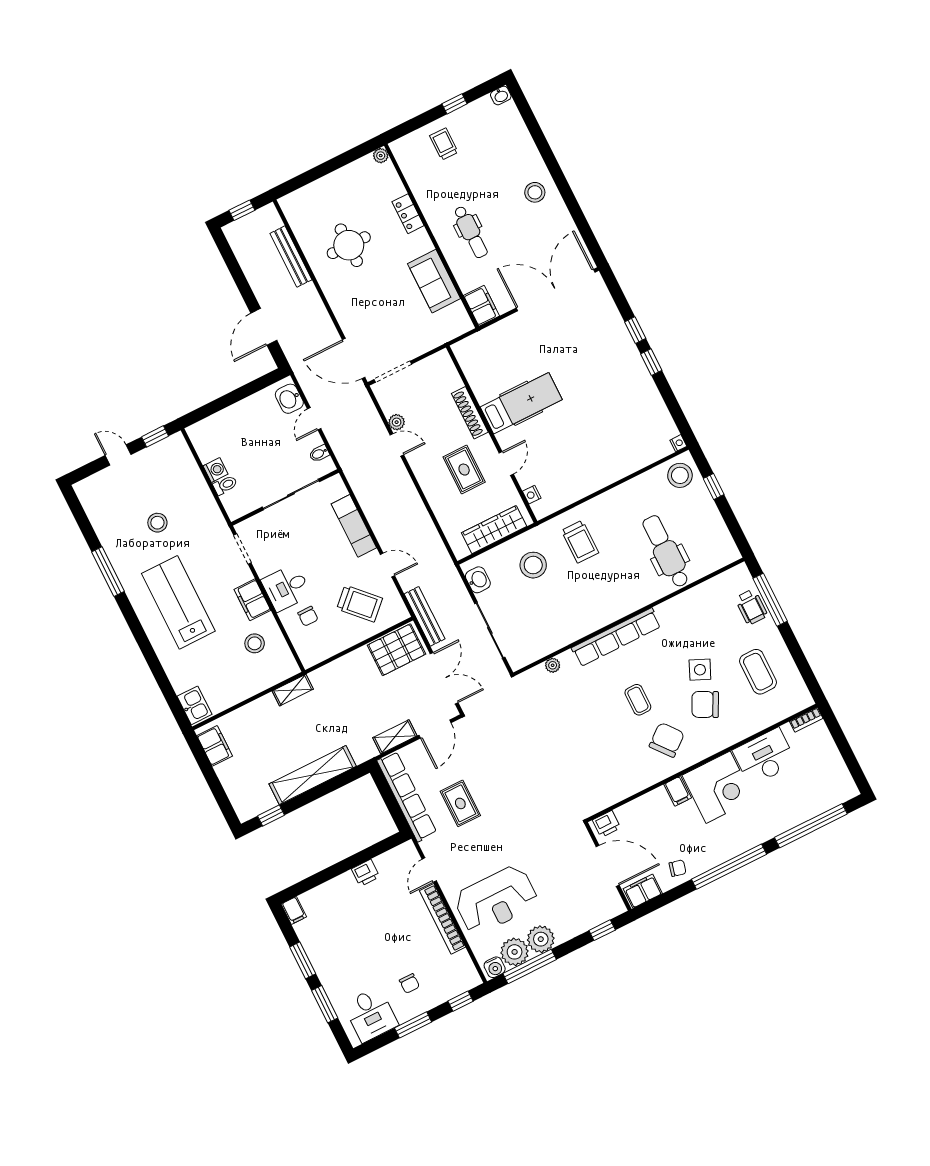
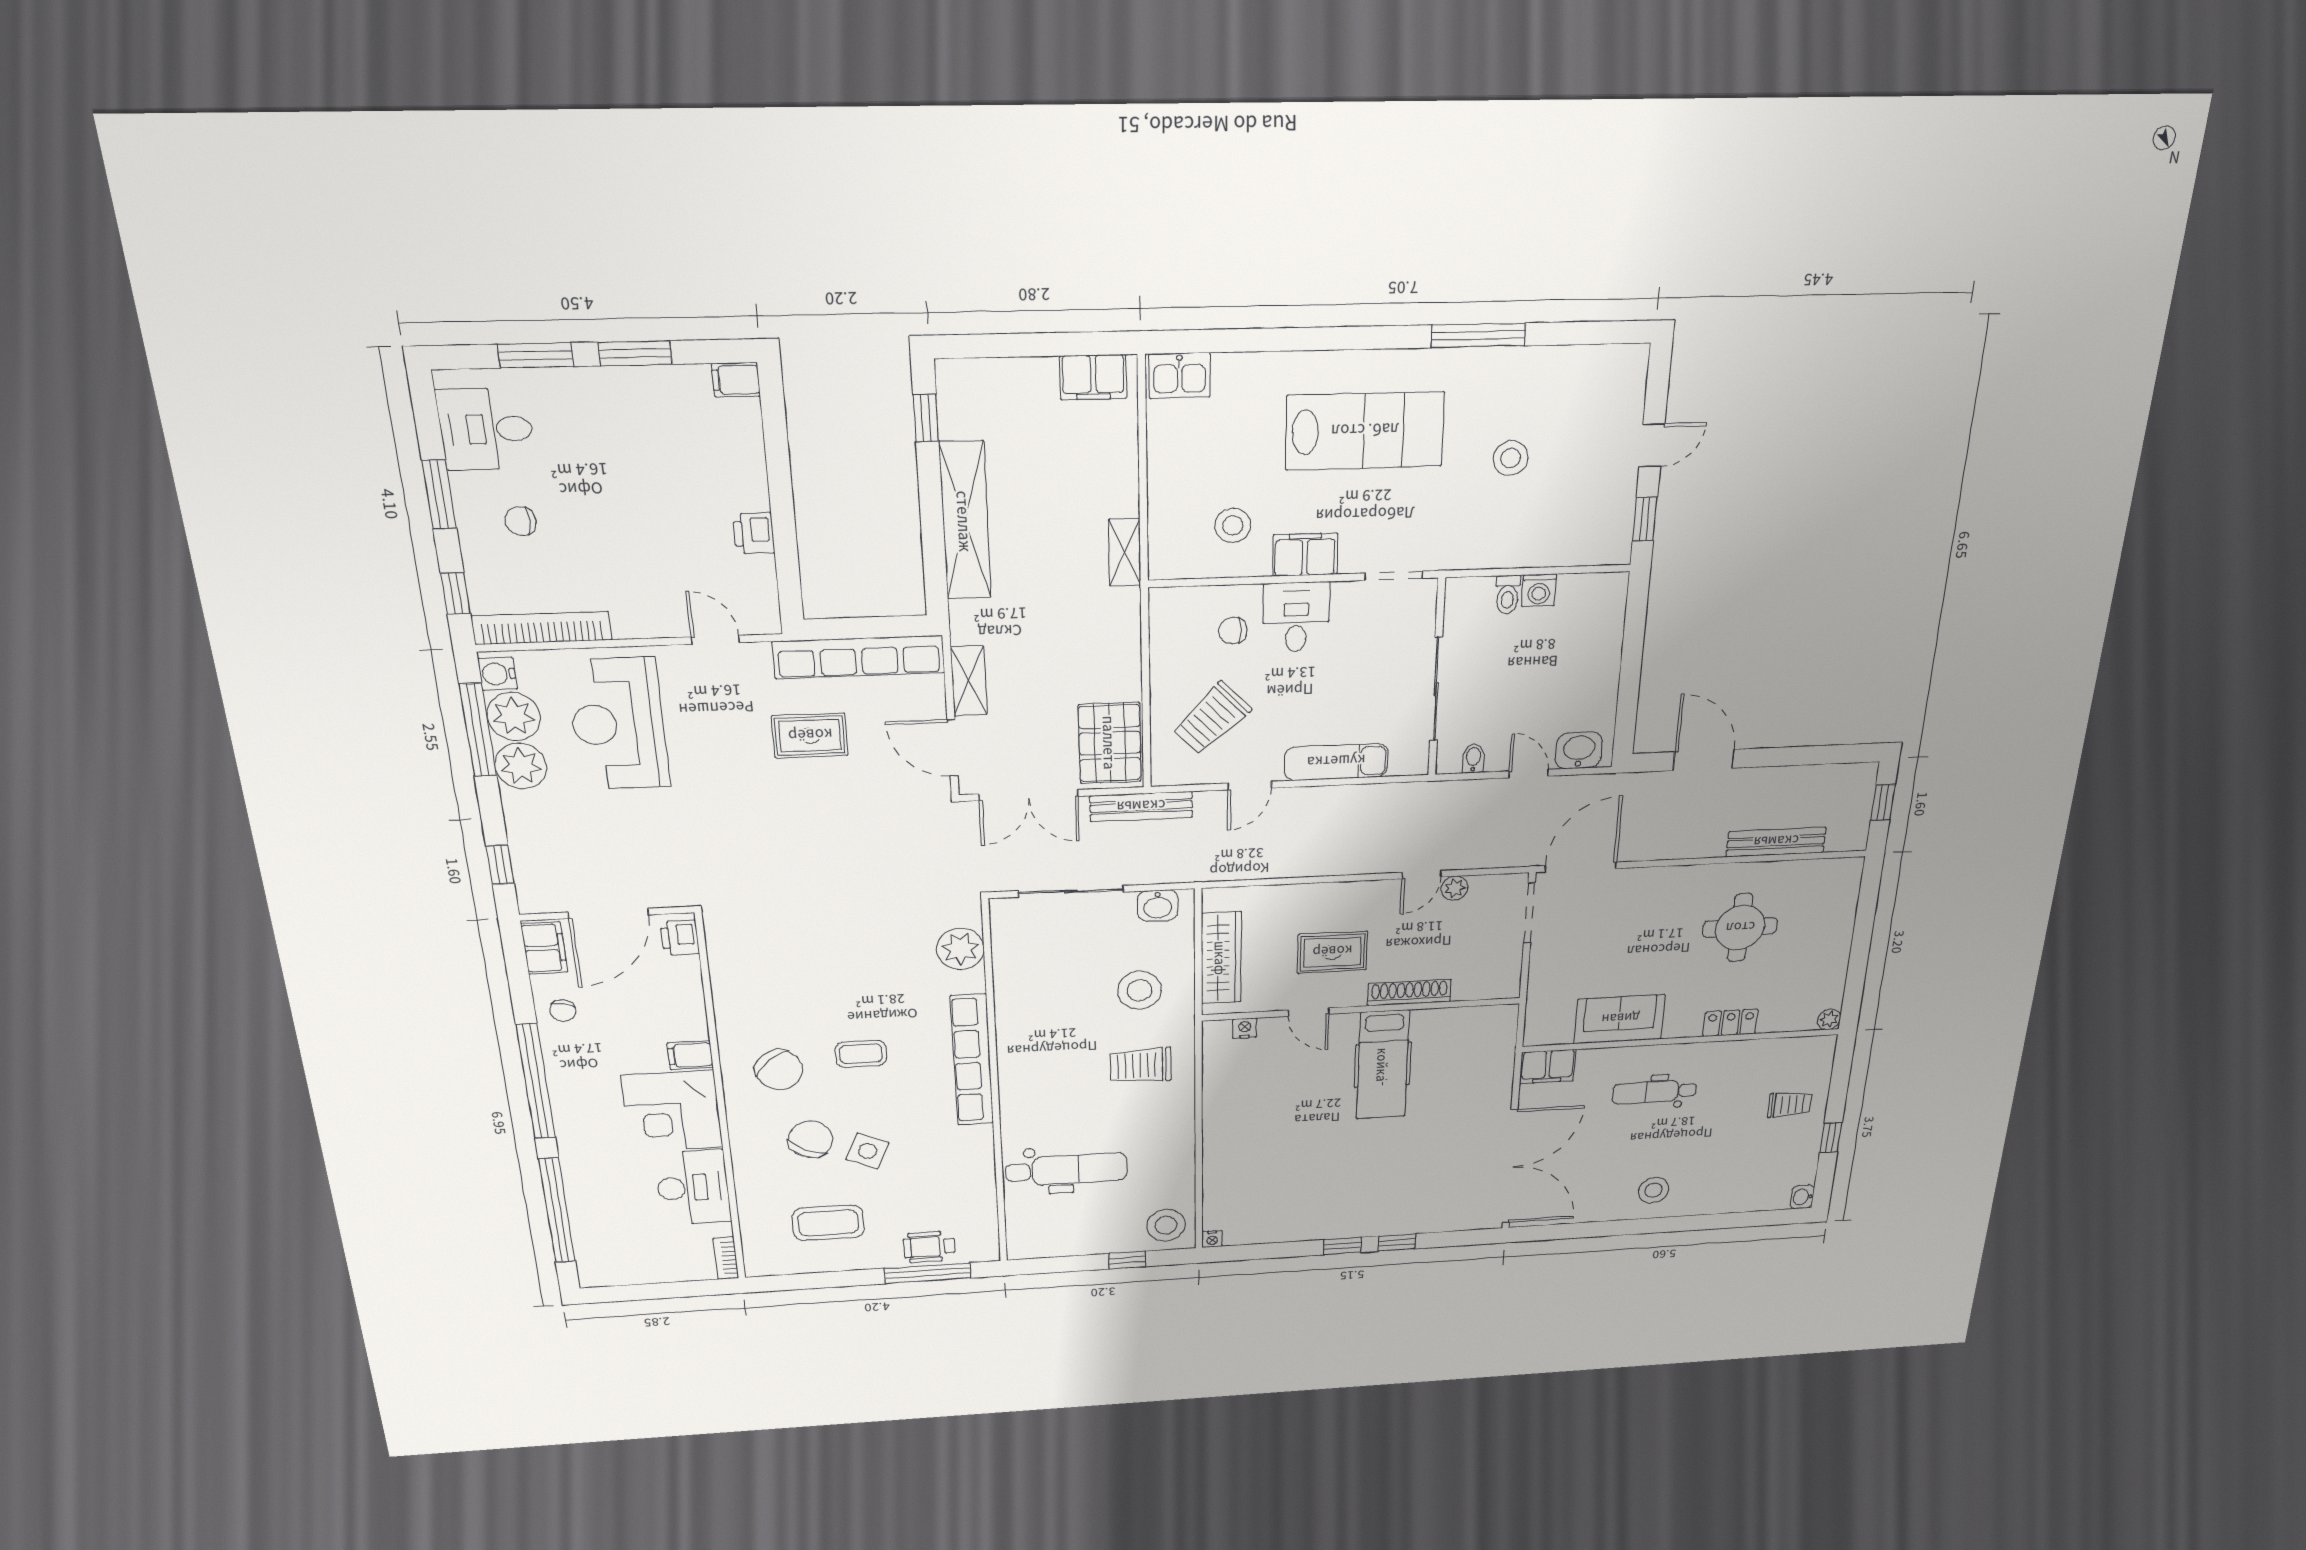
plant: (553, 665) -> (960, 949), width x1.88, depth x1.88
bookcase: (443, 919) -> (542, 628), moved

